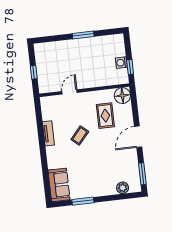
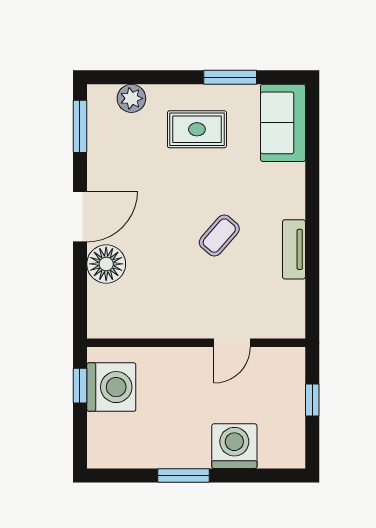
washing machine: (64, 49) -> (234, 446), added
washing machine: (121, 63) -> (111, 387), width x1.89, depth x1.89
floor lamp: (122, 96) -> (106, 264), moved
rug: (105, 116) -> (197, 129), moved, turned 90

